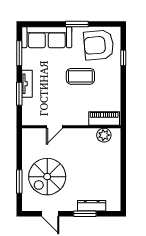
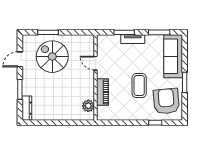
piano: (104, 119) -> (103, 92), moved
dresser: (92, 206) -> (27, 108), moved

